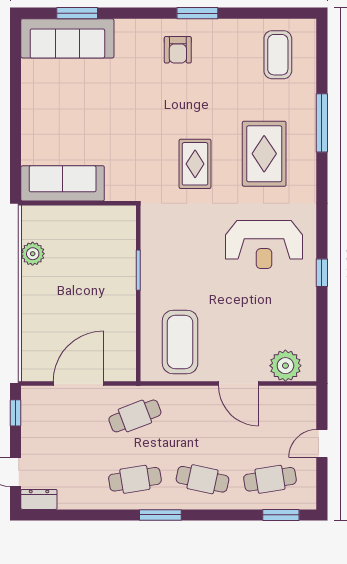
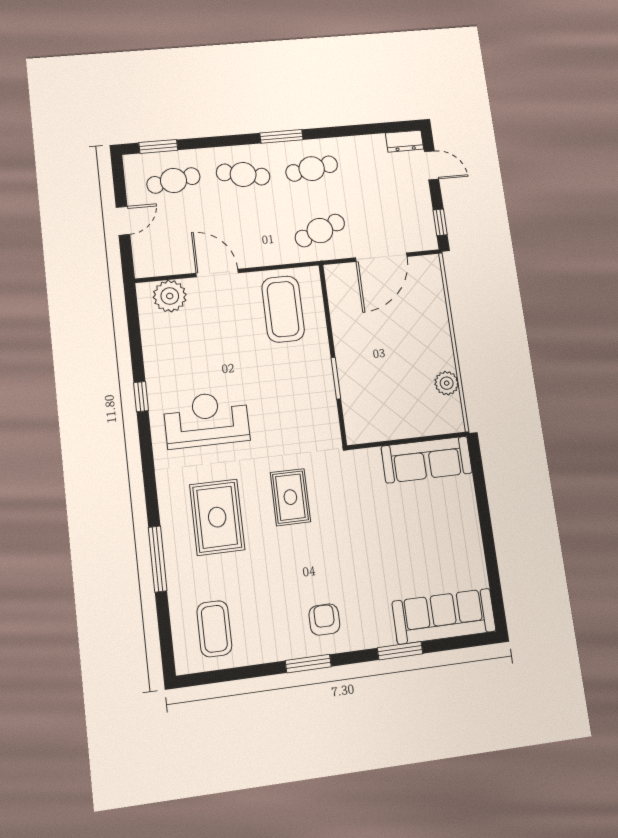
window: (77, 13) -> (400, 651), moved

